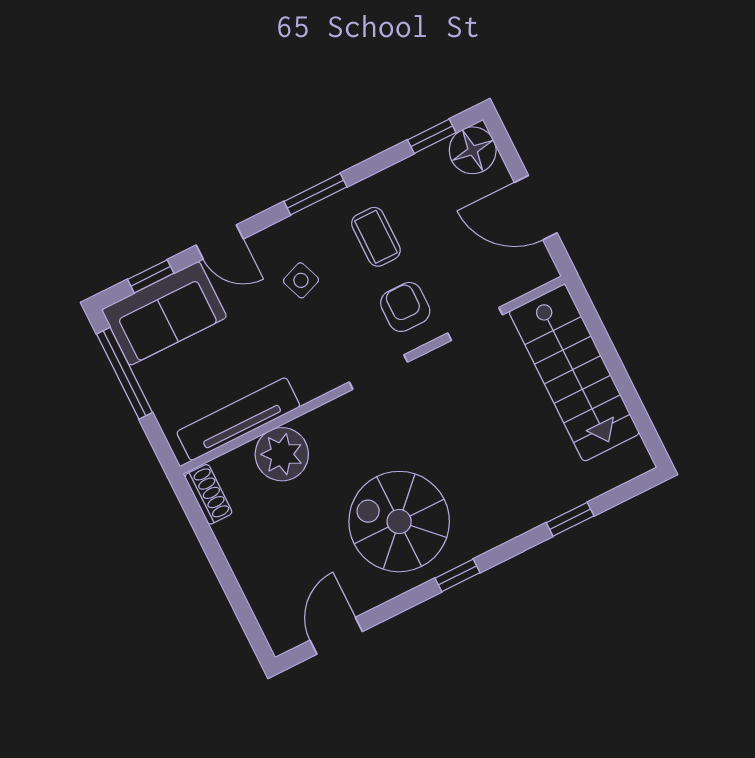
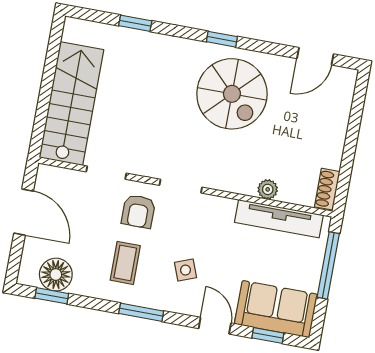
floor lamp: (473, 150) -> (56, 275), moved
window: (124, 373) -> (328, 265), moved
plant: (282, 454) -> (268, 189), width x0.53, depth x0.53

